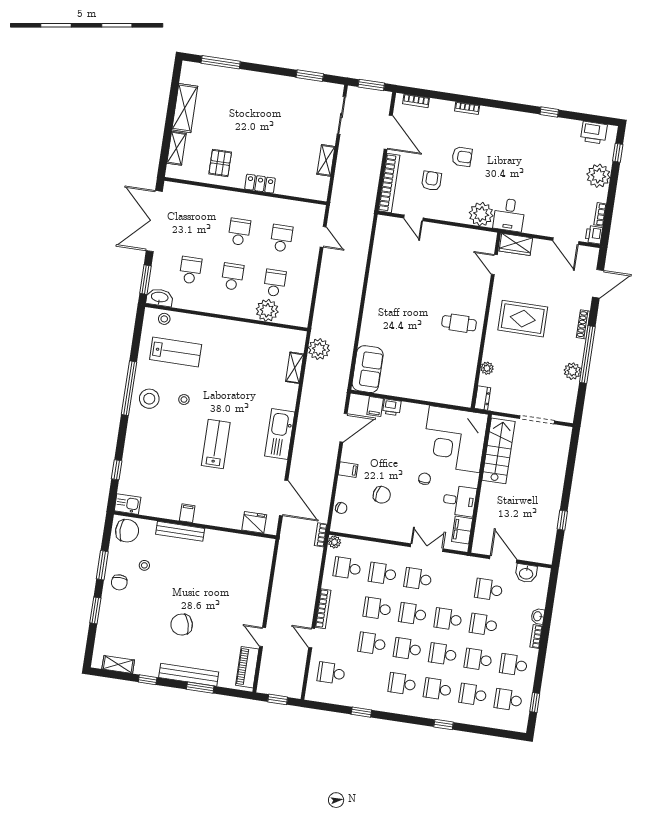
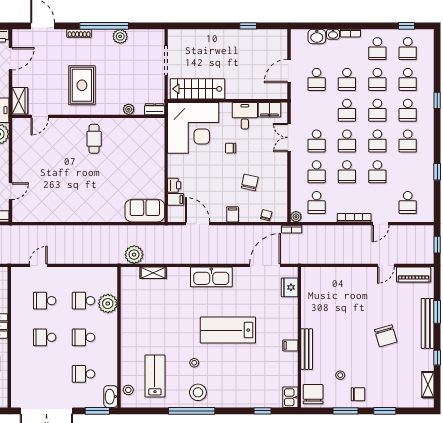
lab bench: (216, 444) -> (228, 330), width x1.36, depth x1.39
washbasin: (526, 573) -> (317, 36), moved, turned 90

